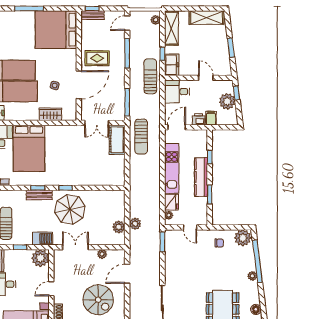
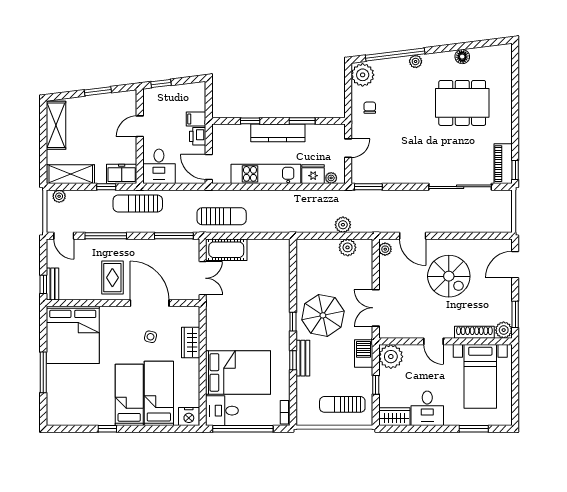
plant: (227, 101) -> (173, 96), removed
plant: (102, 254) -> (385, 249), moved
spiral stairs: (98, 300) -> (449, 276), turned 90

